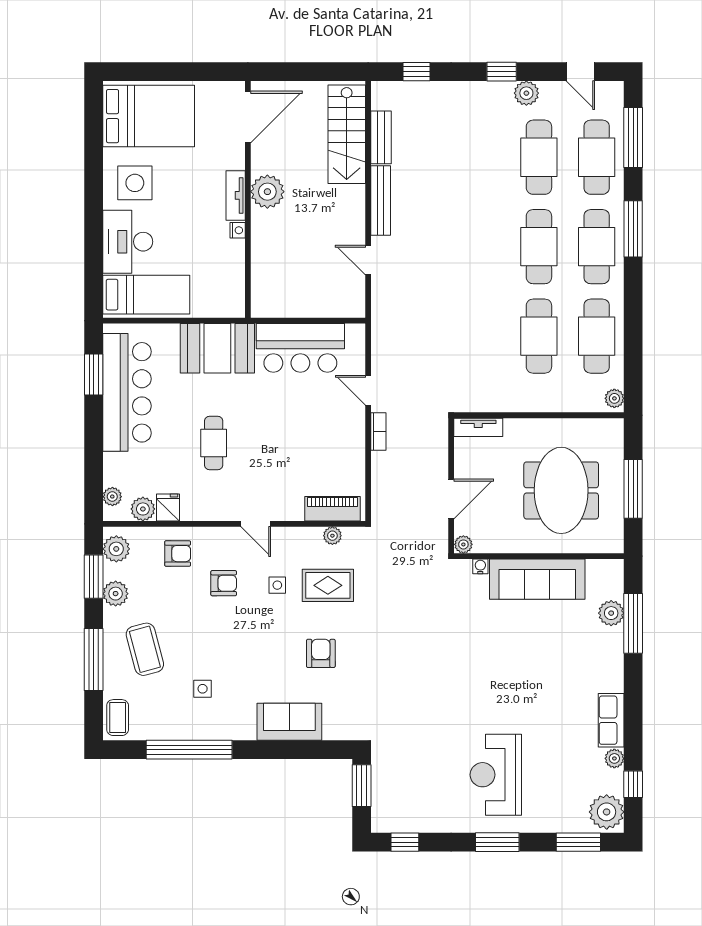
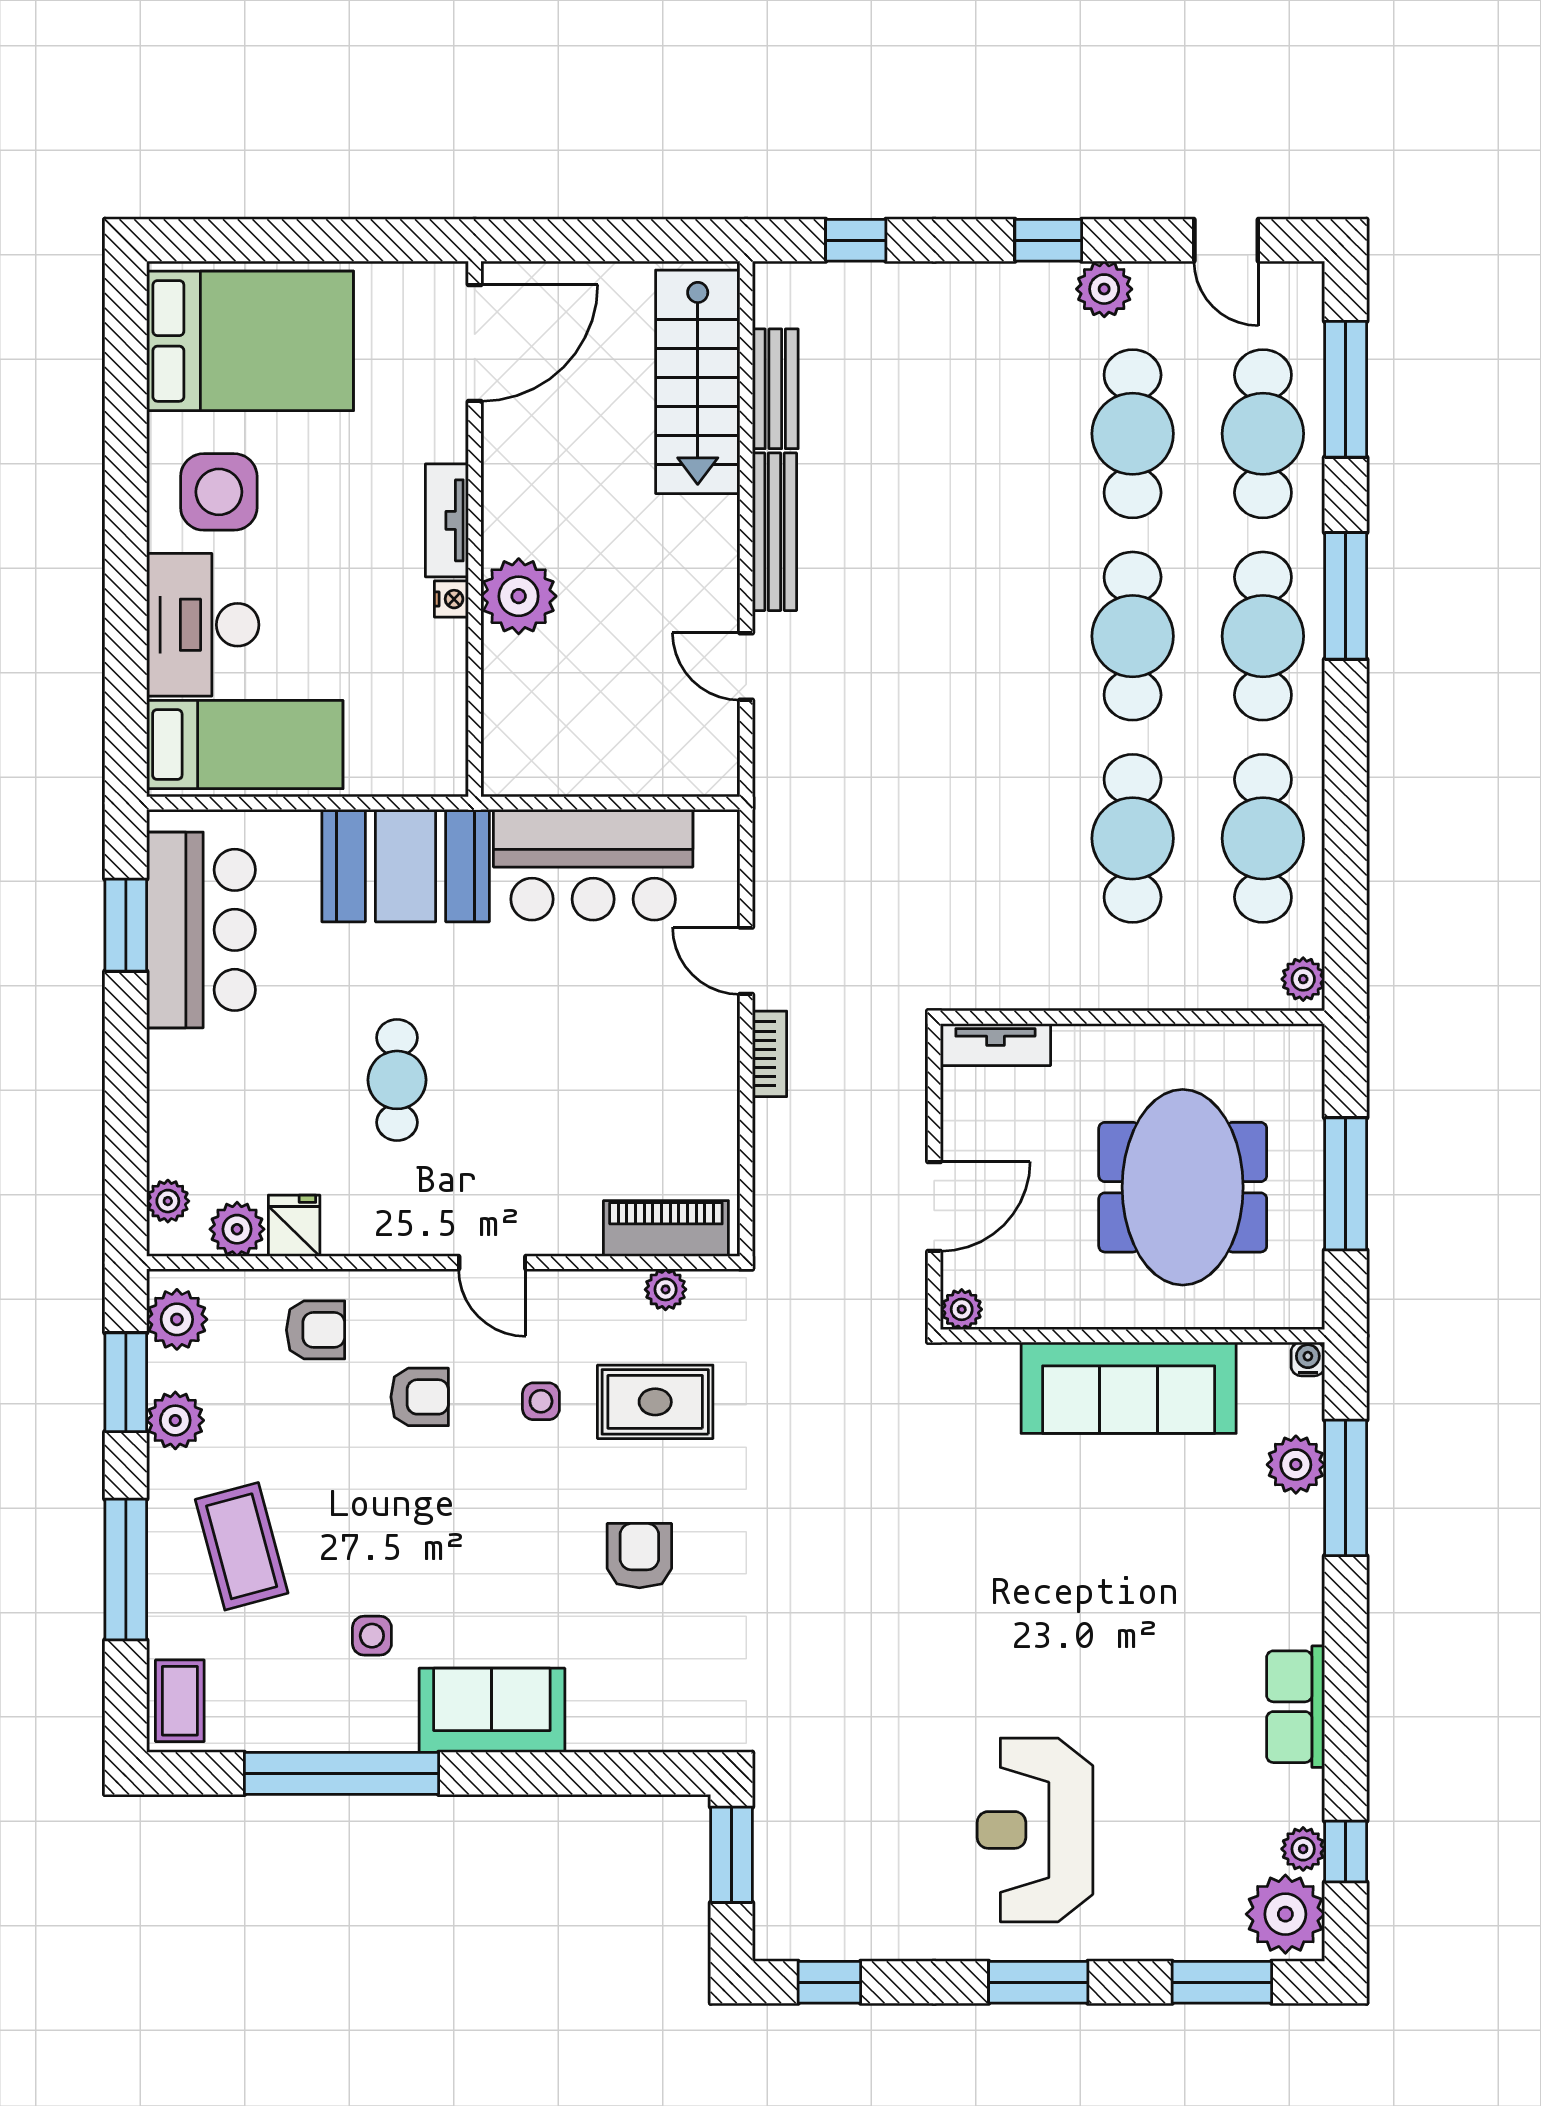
plant: (267, 192) -> (519, 596), moved
bar counter: (127, 392) -> (201, 930), width x0.73
water cooler: (480, 566) -> (1308, 1359), moved
sofa: (289, 722) -> (492, 1710), moved
plant: (614, 758) -> (1303, 1849), moved

